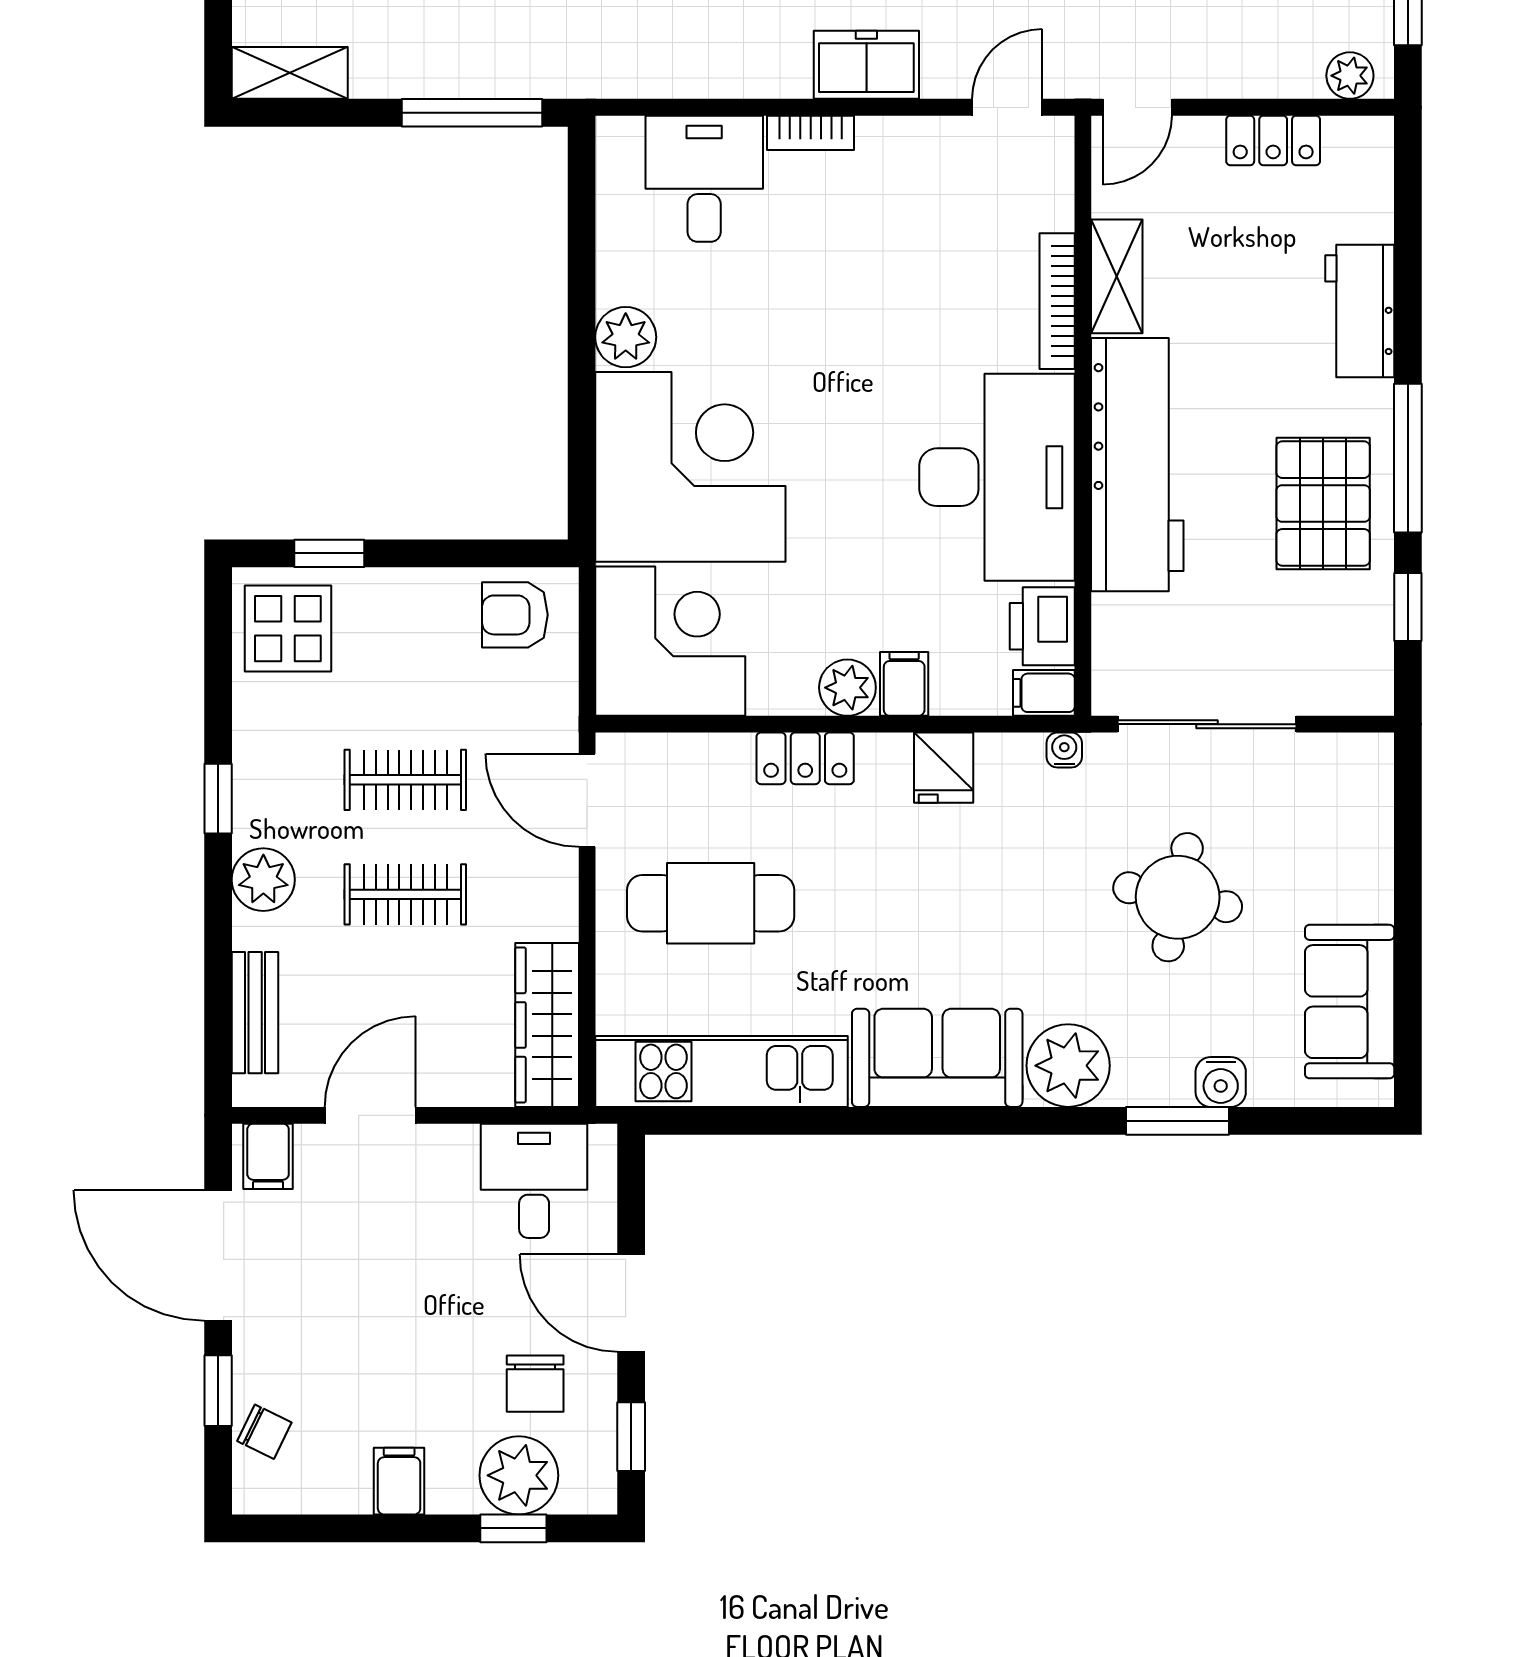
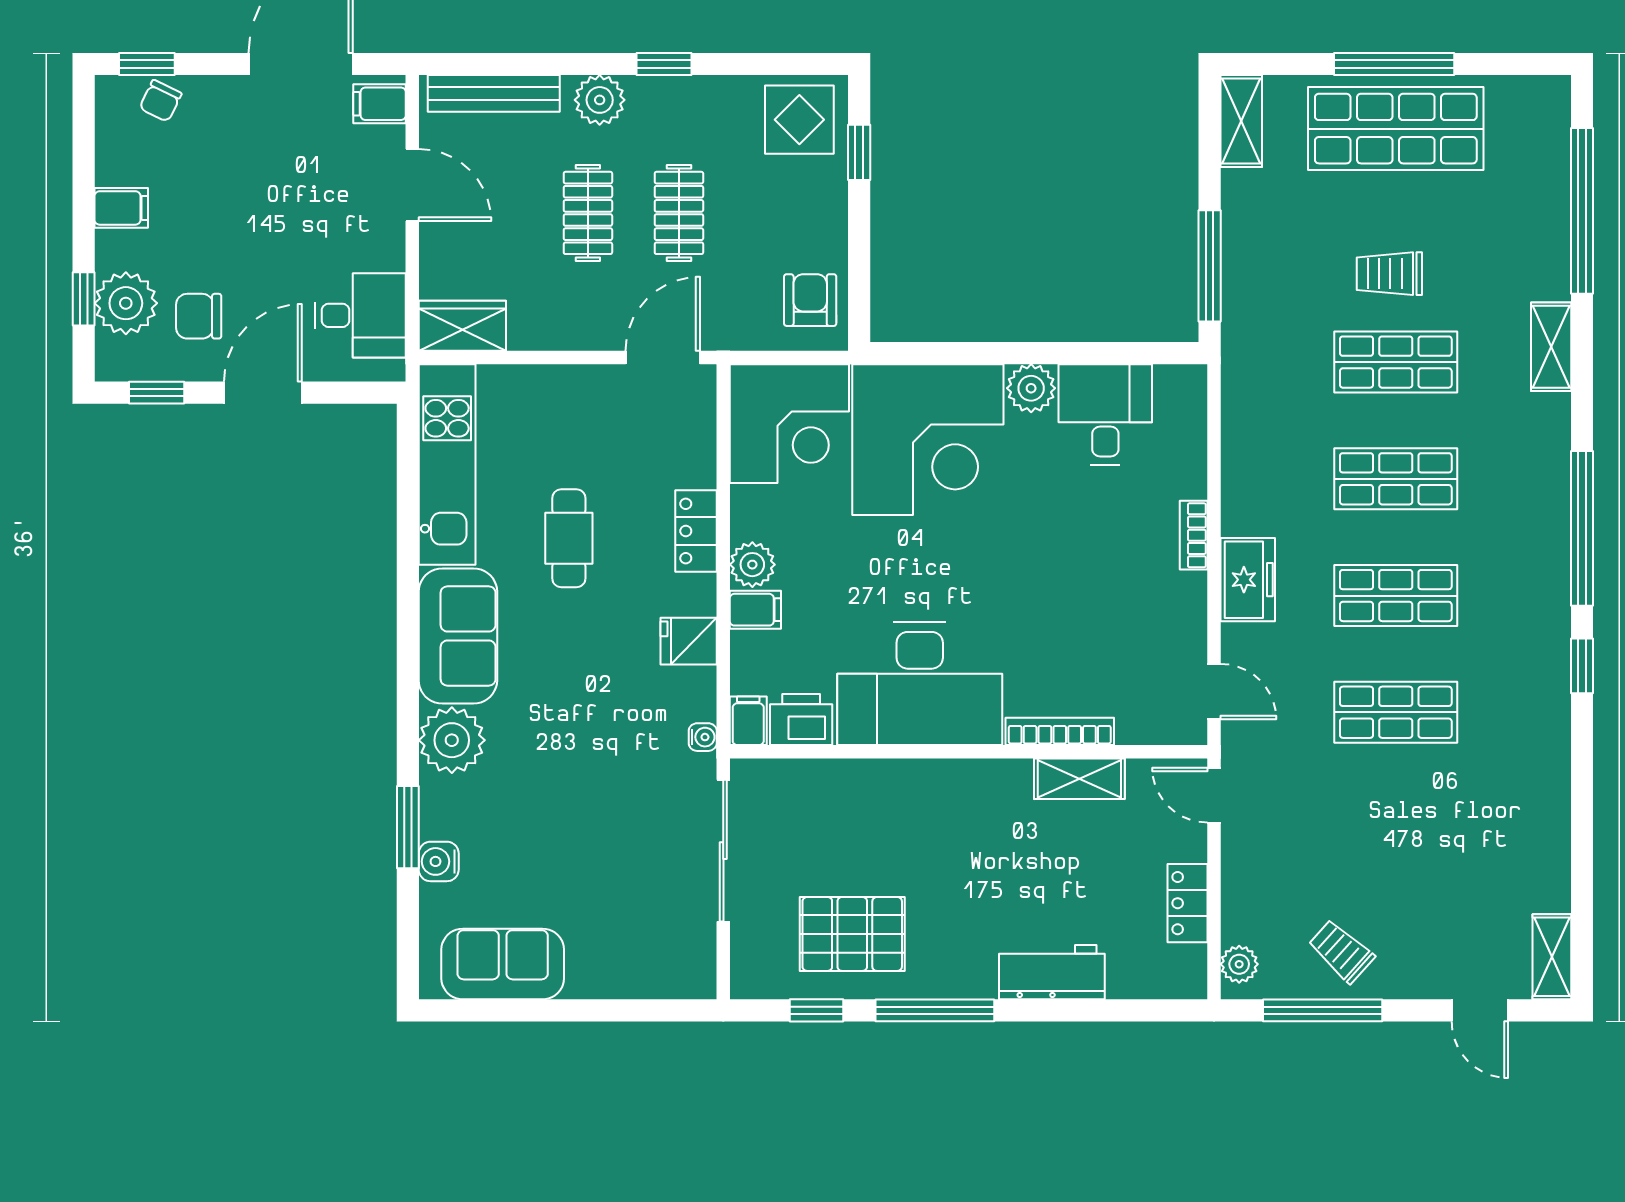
desk: (704, 179) -> (1105, 414), moved, turned -90
workbench: (1137, 465) -> (930, 795), removed
pallet: (1323, 503) -> (852, 934), moved
round table: (1178, 897) -> (586, 827), removed
cafe table: (711, 903) -> (569, 538), moved, width x0.73, depth x0.74
bench: (255, 1013) -> (494, 93), width x1.36
wardrobe: (547, 1025) -> (462, 326), width x0.67
window: (218, 1391) -> (147, 64), moved

